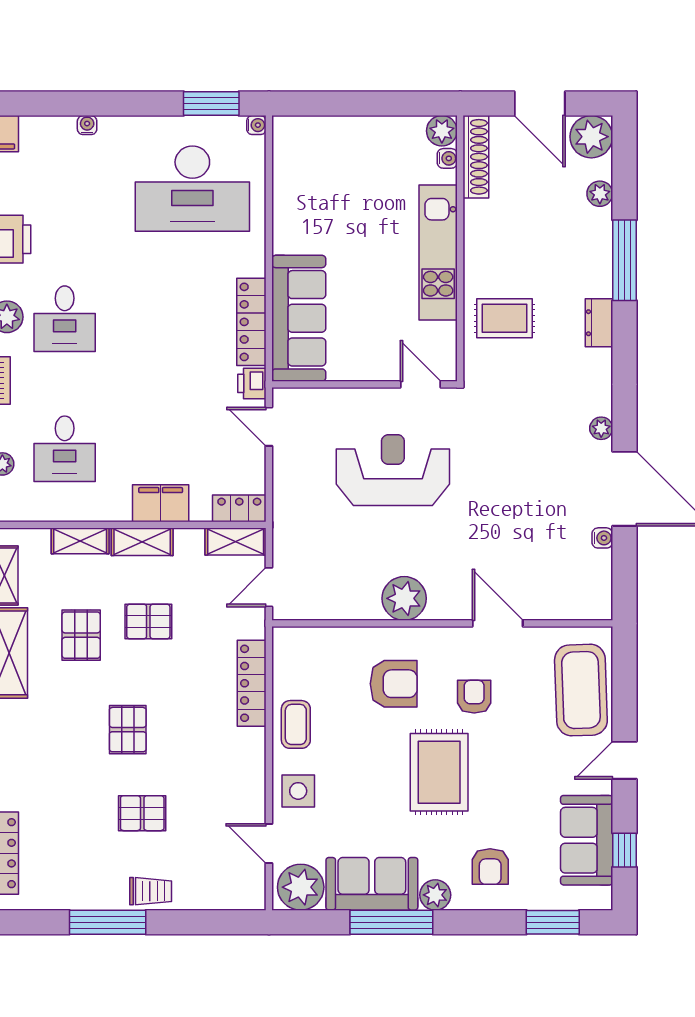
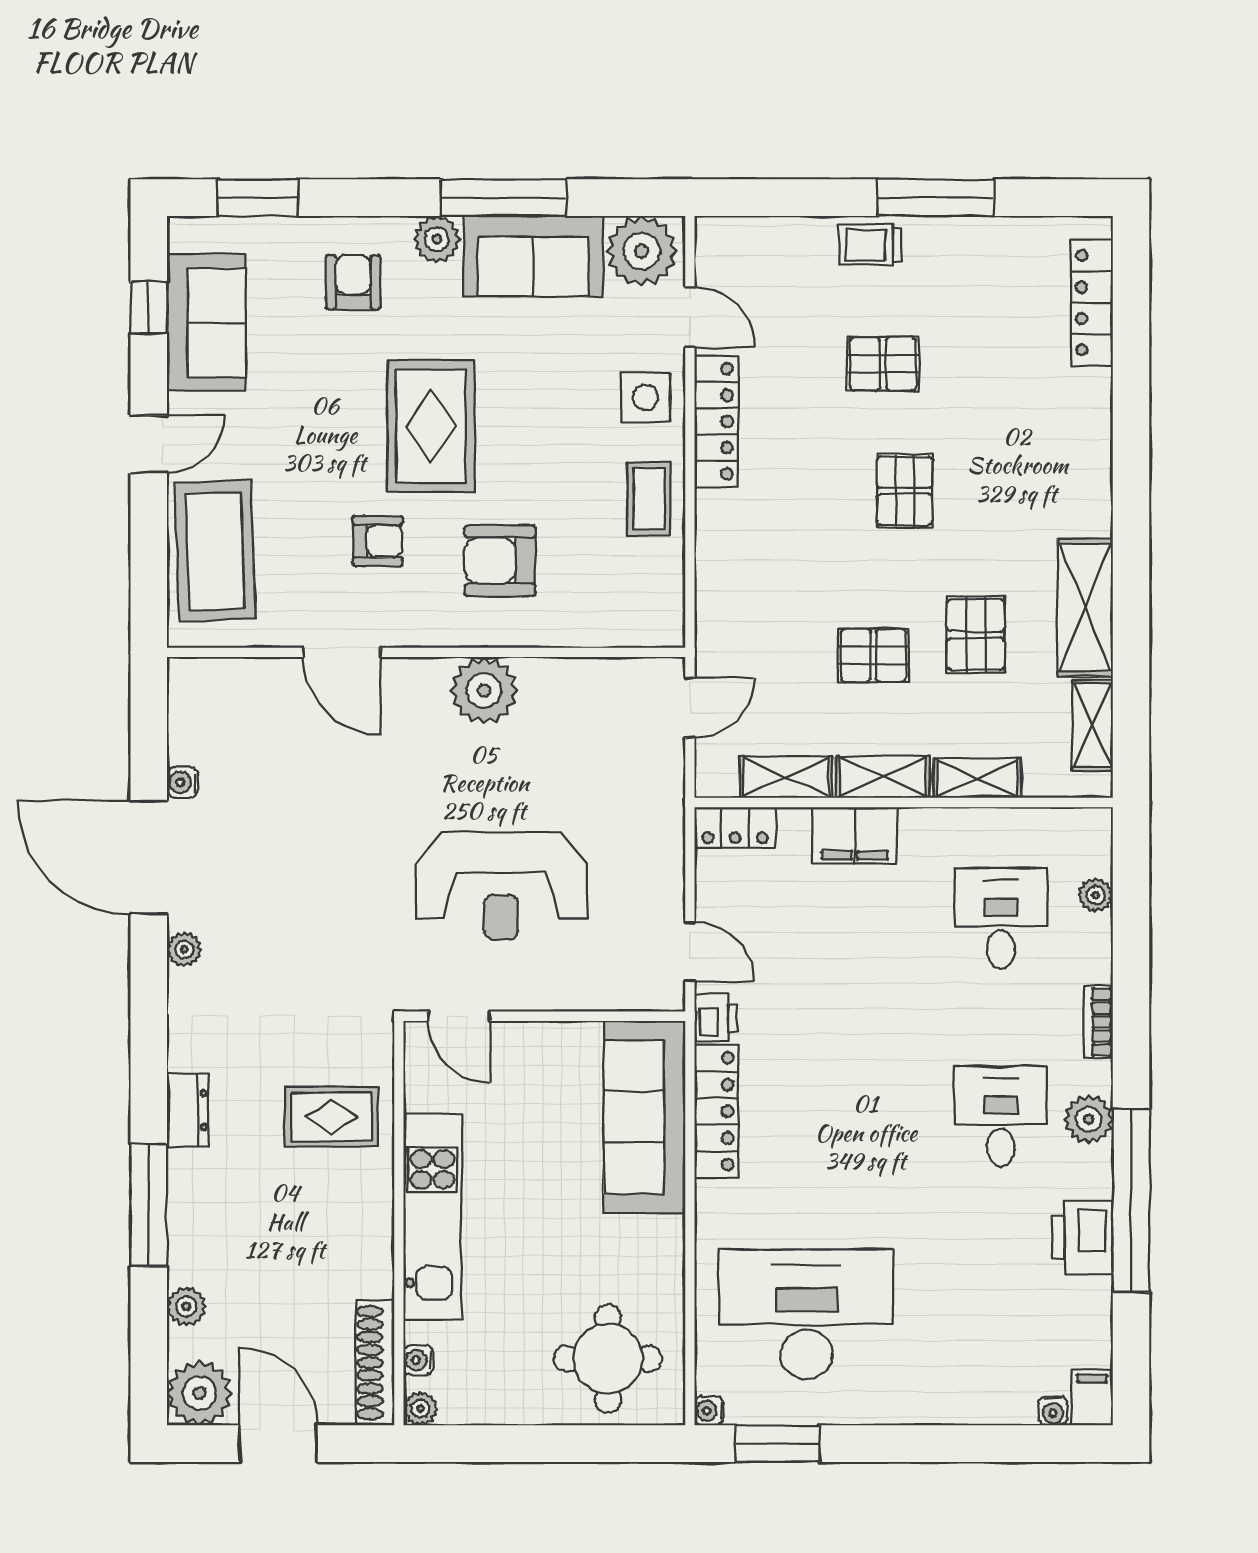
water cooler: (87, 125) -> (1053, 1411), moved
plant: (442, 131) -> (420, 1409), width x0.73, depth x0.73
round table: (323, 159) -> (608, 1359), added
shelving: (236, 542) -> (786, 777), moved
locker: (252, 683) -> (716, 421), moved
armchair: (474, 697) -> (378, 541), turned -90

